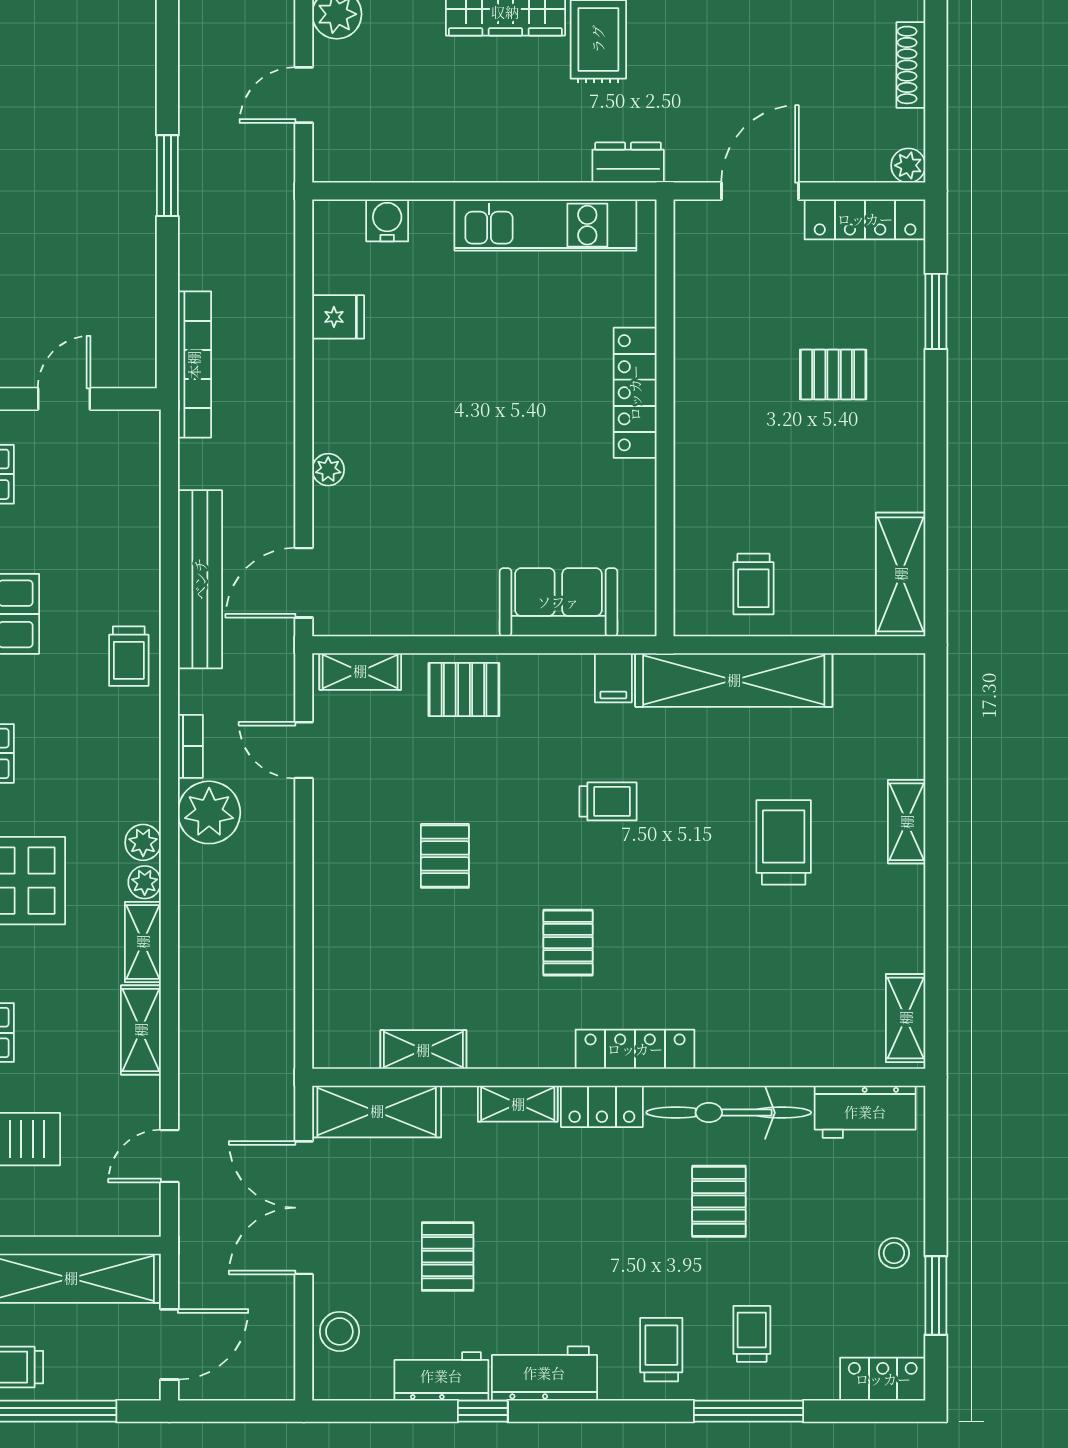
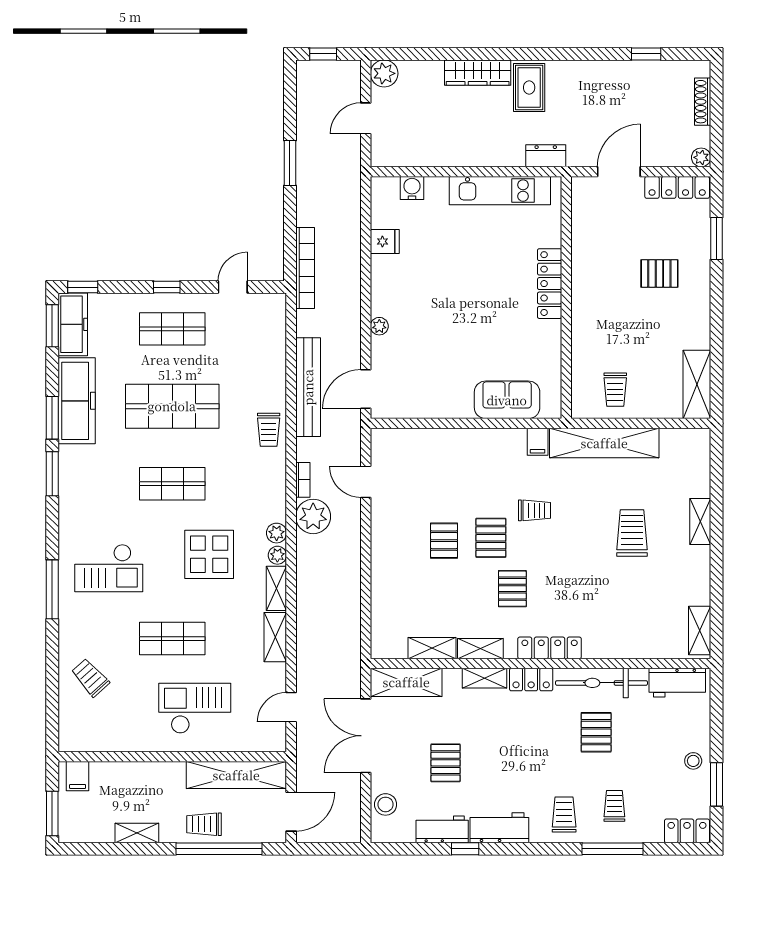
shelving: (360, 671) -> (480, 649), moved
pallet: (464, 690) -> (491, 538), moved, turned 90

